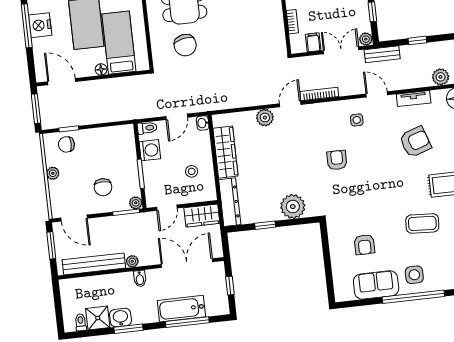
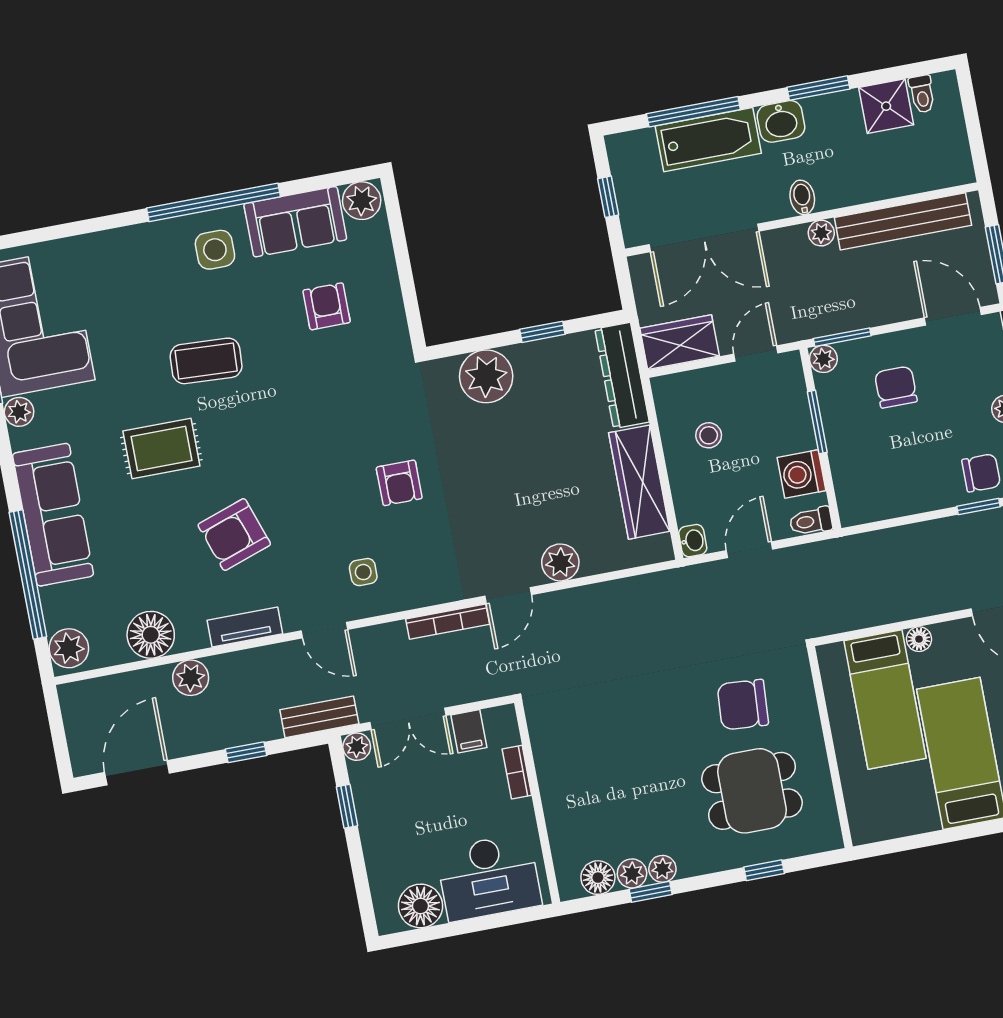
chair: (185, 45) -> (743, 705), turned -74
plant: (344, 292) -> (362, 201), added
washbasin: (121, 318) -> (781, 121), moved

